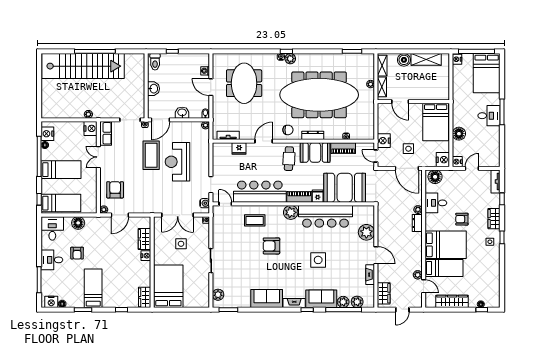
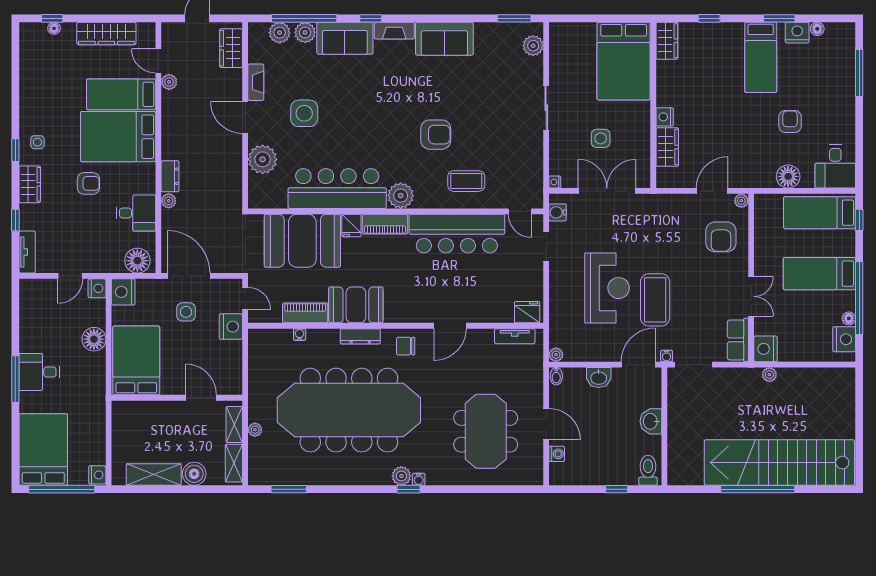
fridge: (239, 148) -> (527, 312), moved
cafe table: (289, 159) -> (404, 294), removed
desk: (52, 260) -> (836, 109), removed
side table: (318, 260) -> (304, 113), moved
nightstand: (51, 302) -> (797, 33), moved

